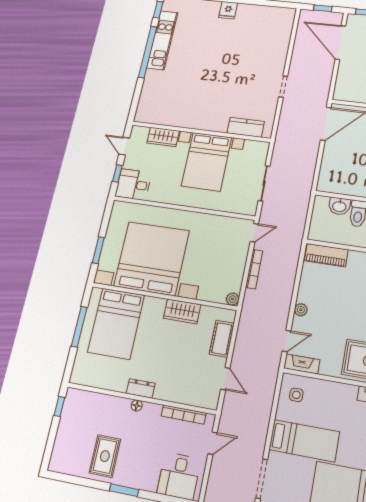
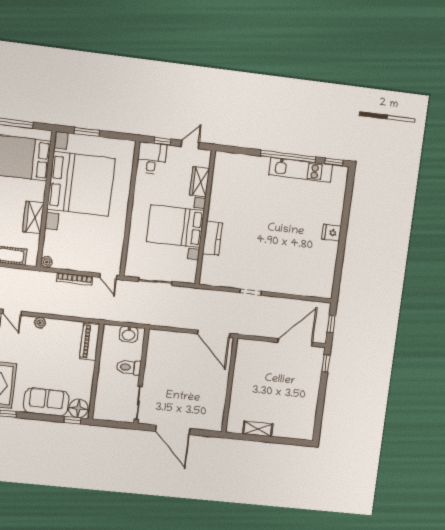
kitchen counter: (246, 127) -> (212, 238), moved
washbasin: (339, 206) -> (129, 334), moved, turned -90

